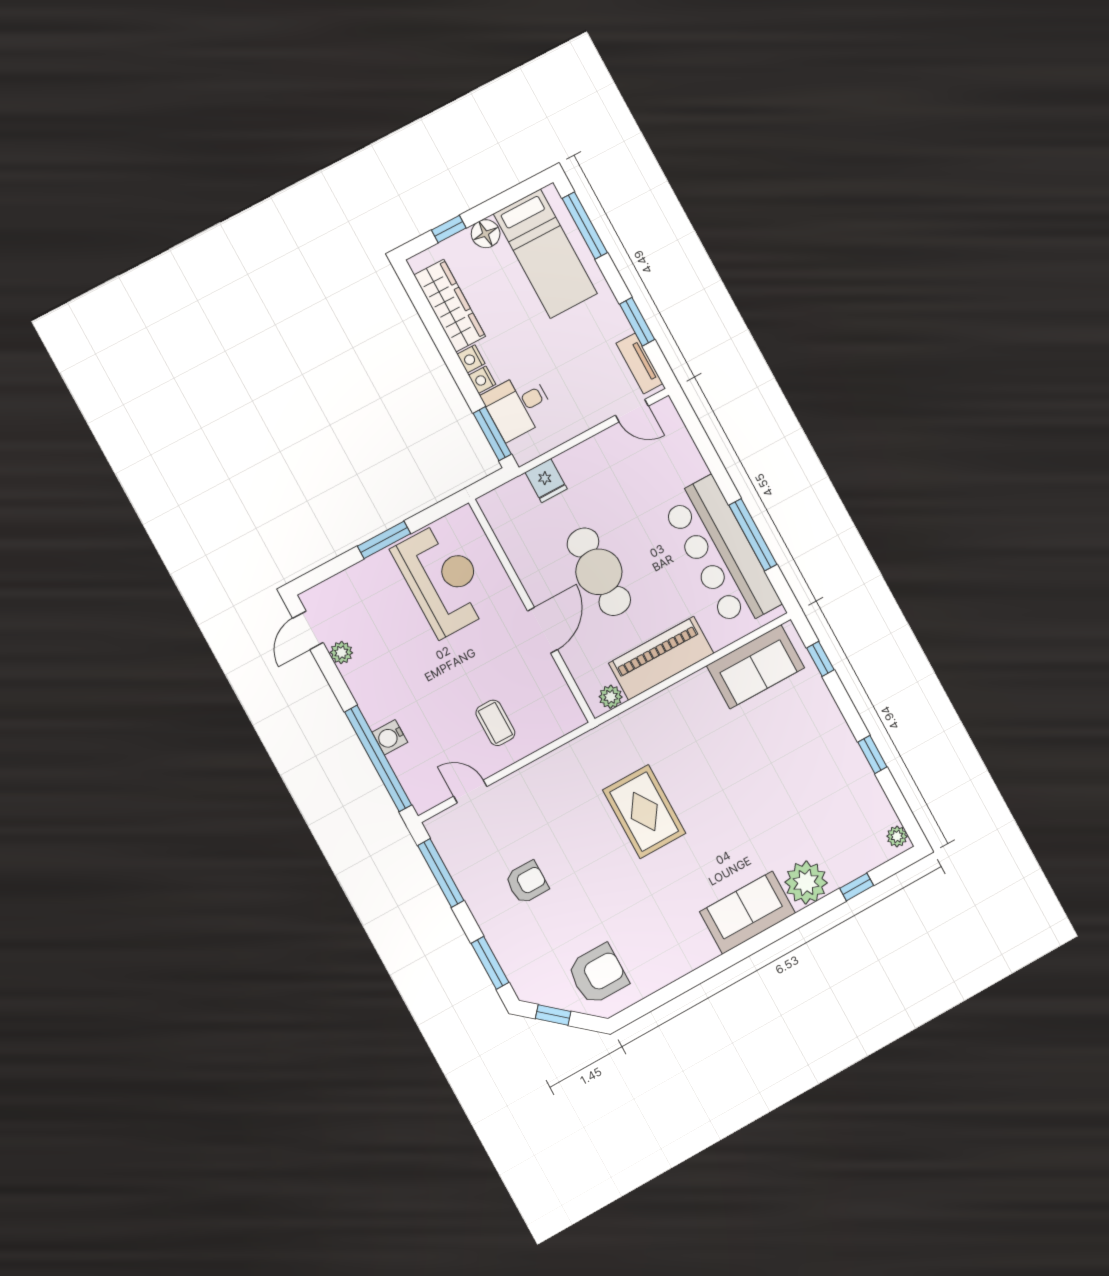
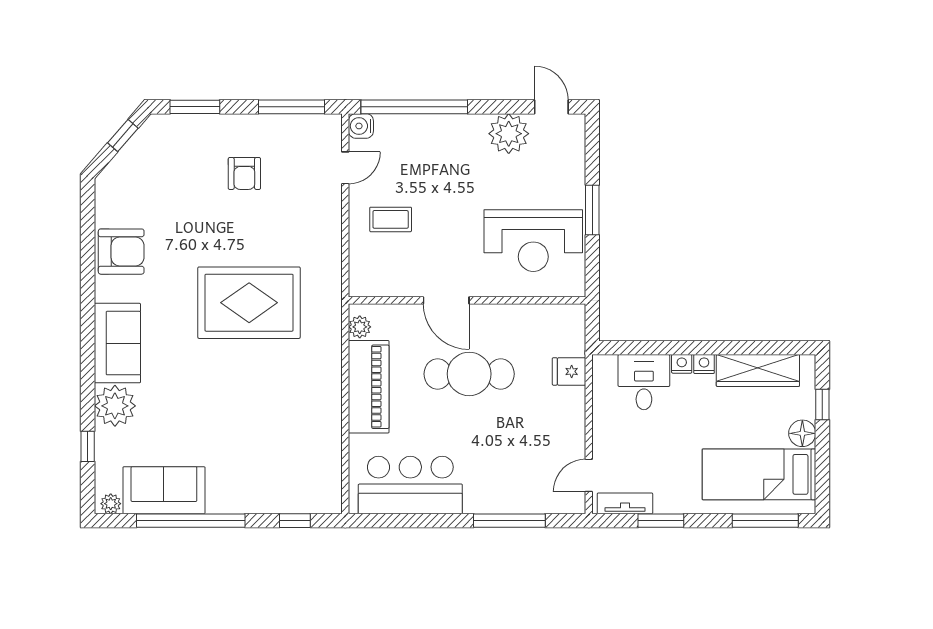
window: (492, 434) -> (632, 348), removed
window: (753, 535) -> (509, 521), moved
bar counter: (721, 553) -> (410, 485), width x0.73
plant: (341, 653) -> (509, 134), width x1.87, depth x1.87
sofa: (755, 667) -> (164, 490), moved, turned 90
water cooler: (390, 737) -> (361, 126), moved, turned -90
window: (872, 755) -> (191, 521), width x3.17
rug: (644, 812) -> (249, 303), width x1.37, depth x1.44
armchair: (598, 974) -> (121, 252), moved, turned -90

